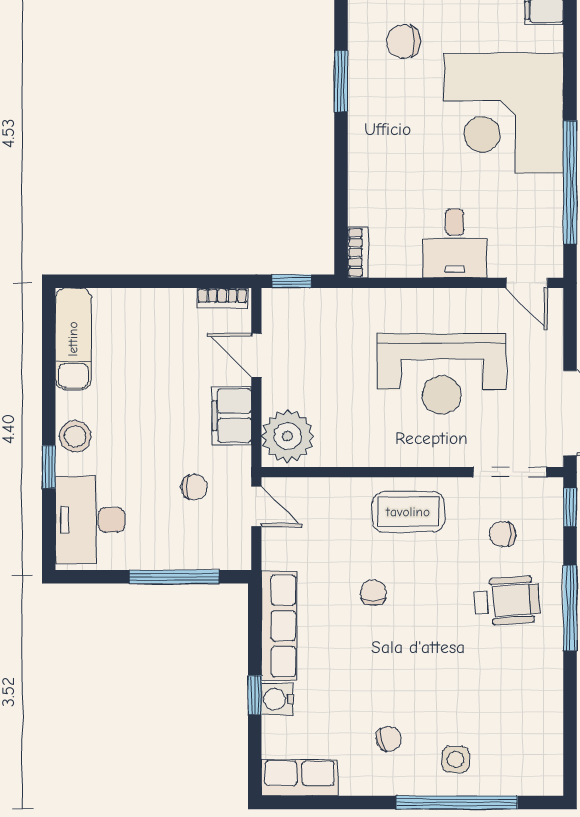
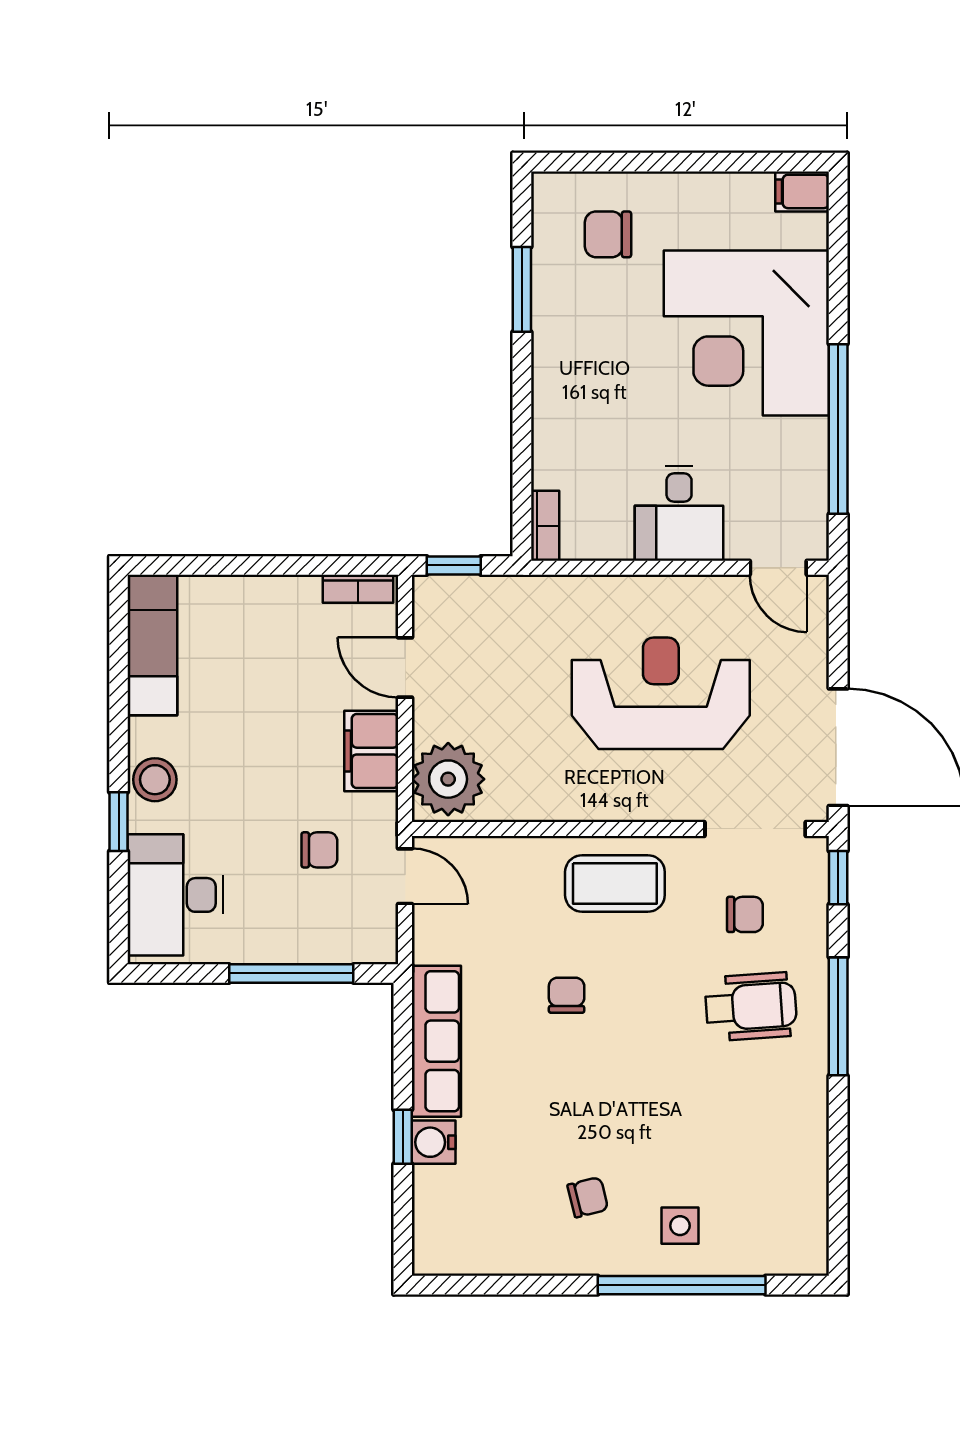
reception desk: (442, 374) -> (661, 693), turned 180
chair: (503, 534) -> (745, 914), turned 180
row of seats: (300, 778) -> (465, 1251), removed

